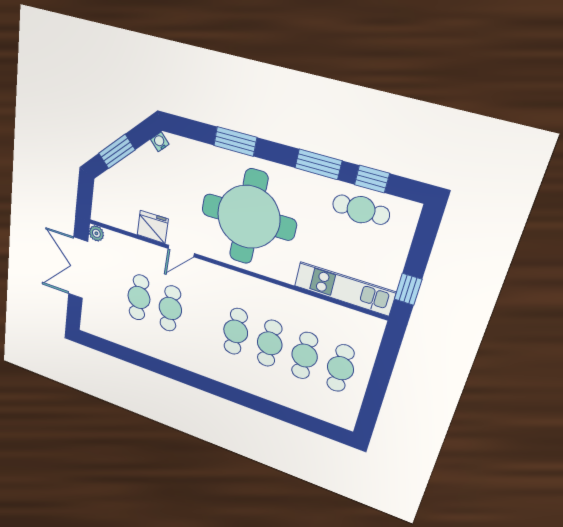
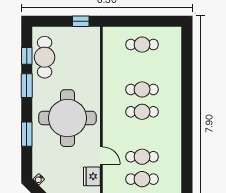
cafe table: (361, 210) -> (45, 57), width x1.37, depth x1.35
kitchen unit: (344, 289) -> (92, 55), removed
cafe table: (305, 356) -> (142, 67), removed

